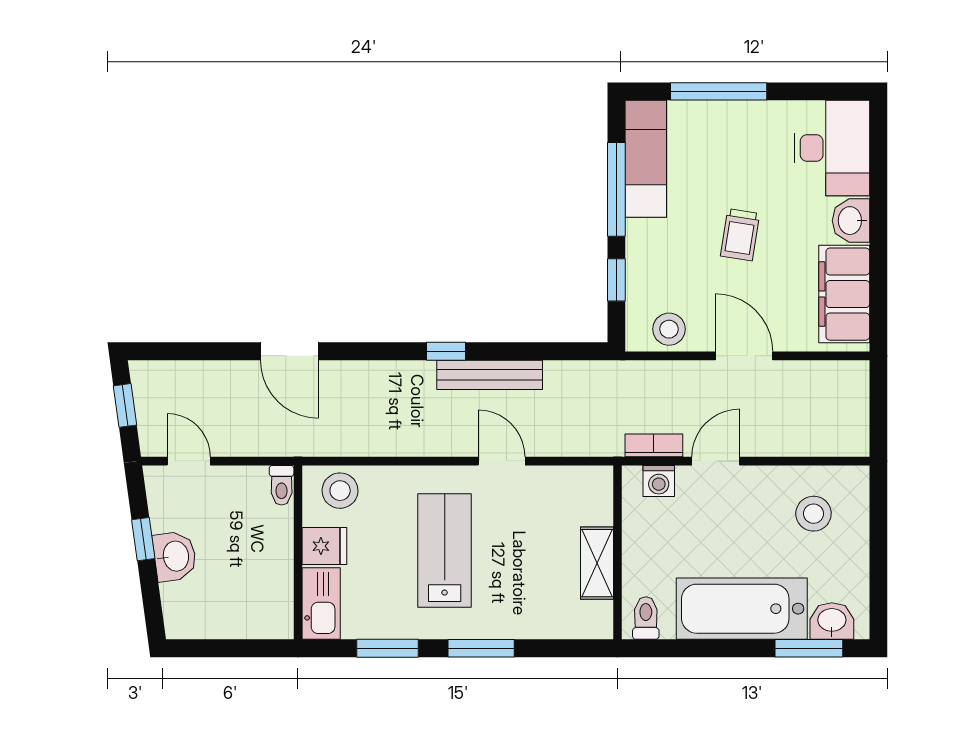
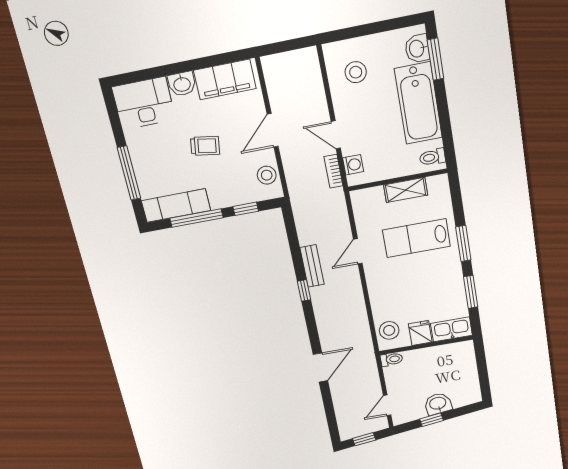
bench: (490, 375) -> (312, 266), width x0.73
lab bench: (445, 551) -> (416, 238), moved

